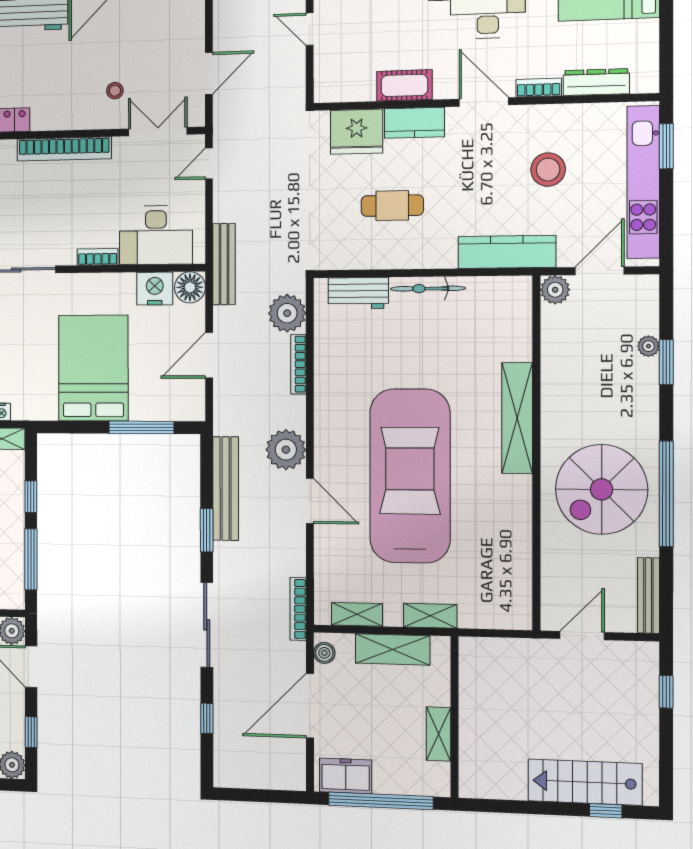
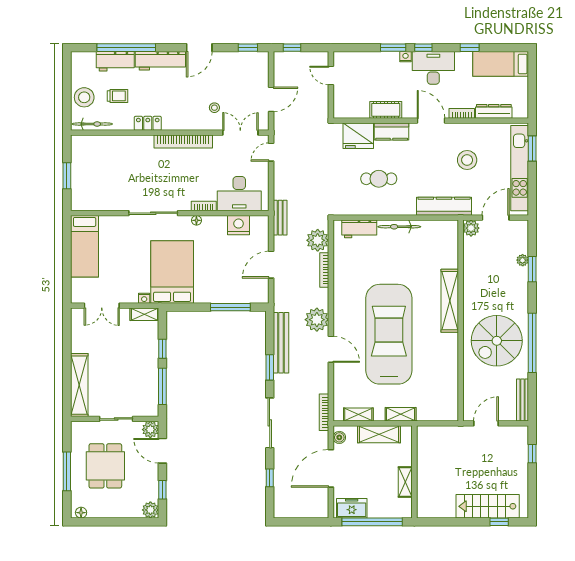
bench: (224, 264) -> (280, 218), width x0.73
floor lamp: (190, 287) -> (196, 220), moved, width x0.53, depth x0.53
bed: (93, 368) -> (172, 272), moved

